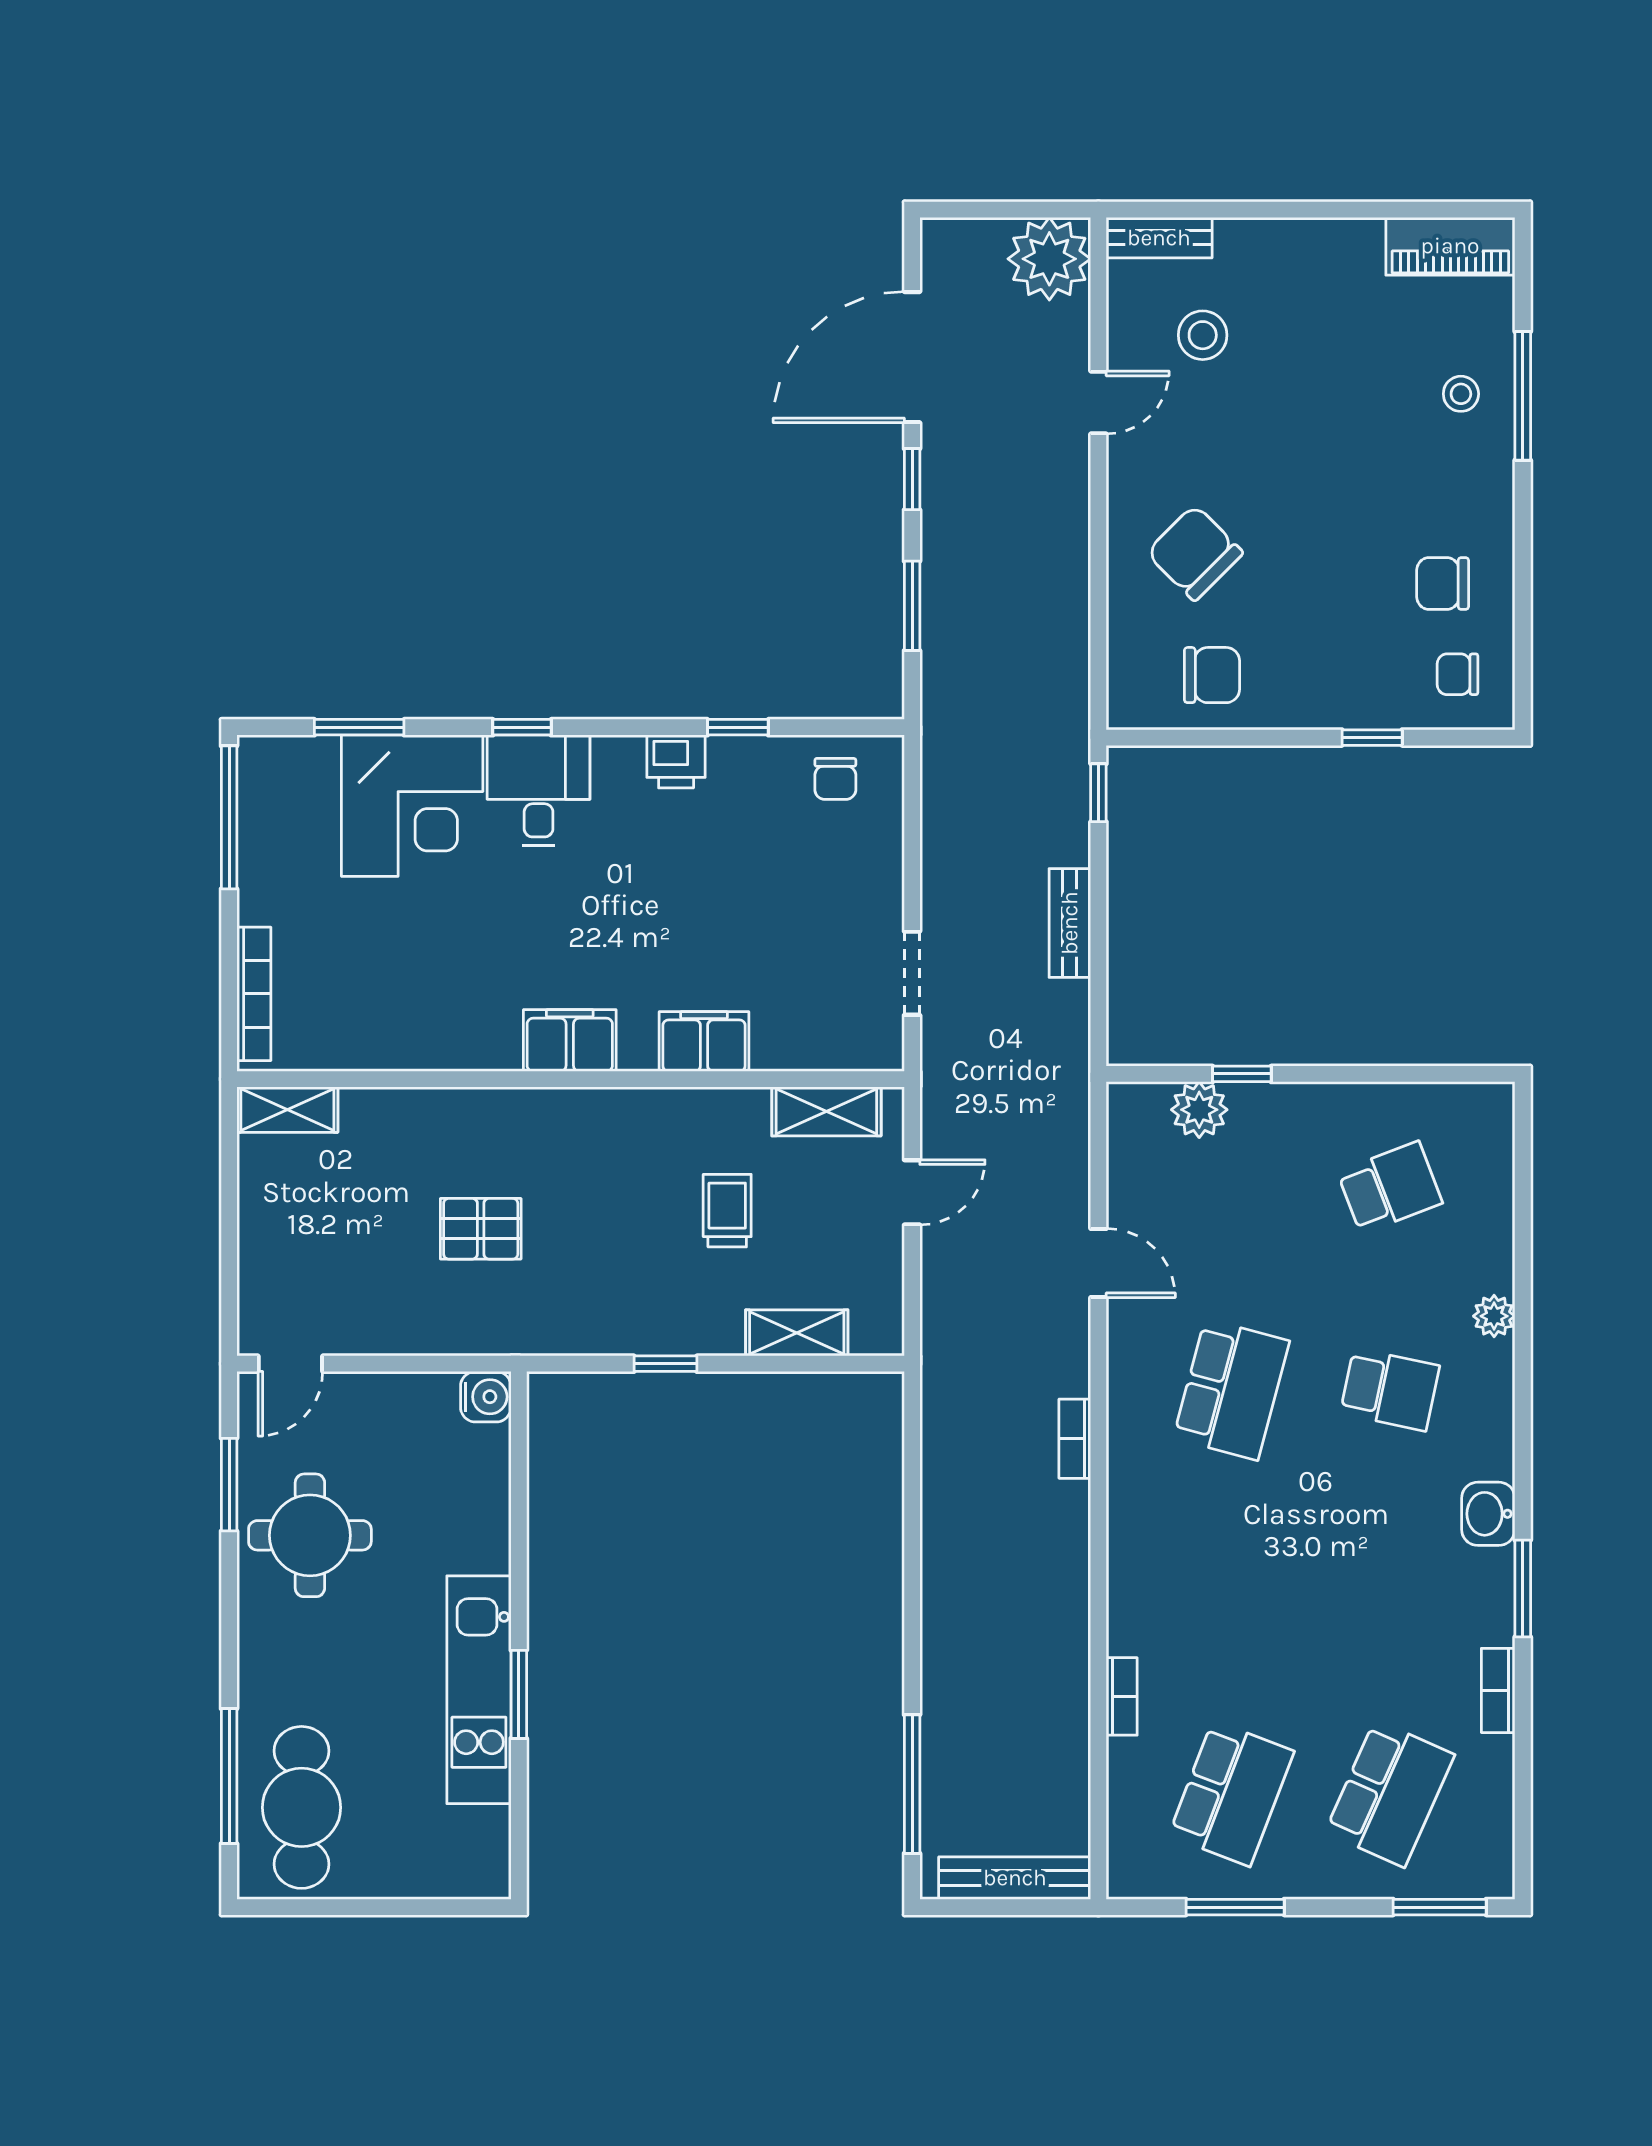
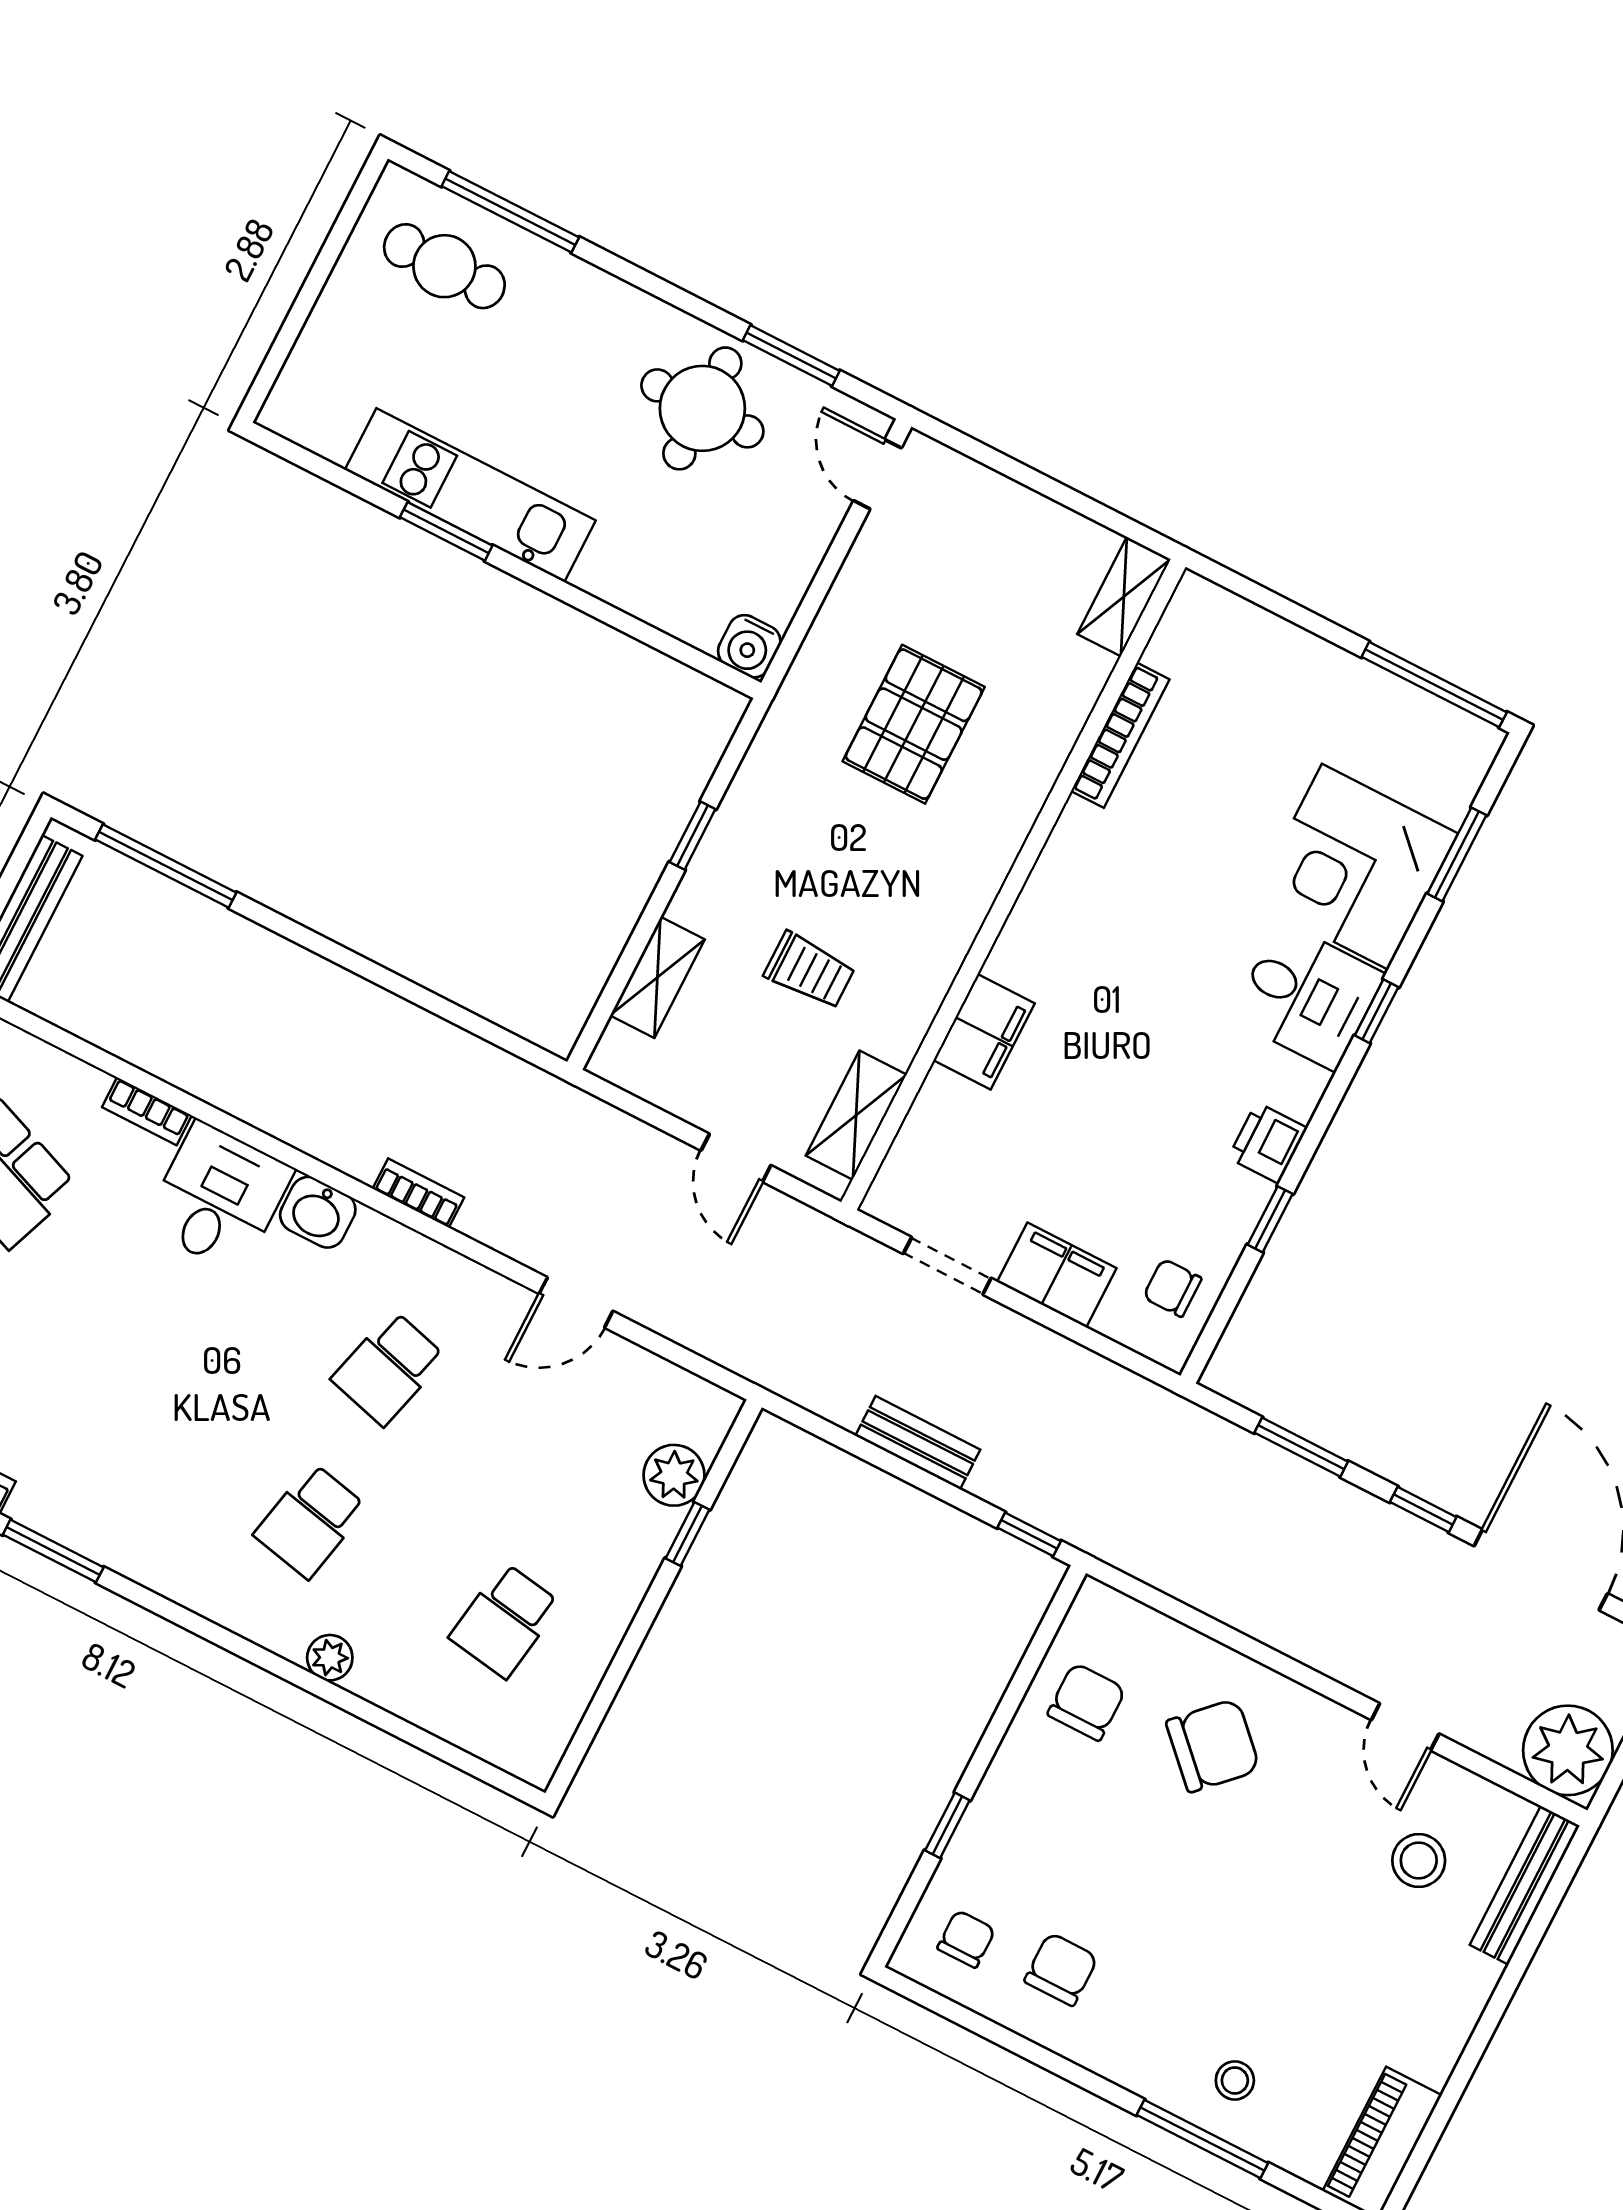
bench: (1159, 238) -> (1525, 1885), width x1.36
chair: (1212, 675) -> (1087, 1702), turned 180
bookcase: (254, 994) -> (1120, 735), moved, turned -90
filing cabinet: (570, 1040) -> (1057, 1275), moved, turned -90
school desk: (1390, 1188) -> (505, 1621), turned 30
pallet: (481, 1229) -> (914, 724), width x1.50, depth x1.42
school desk: (1231, 1389) -> (389, 1368), width x0.54
washbasin: (1488, 1514) -> (318, 1212), moved, turned 180
desk: (1162, 1601) -> (218, 1197), added
cafe table: (301, 1807) -> (444, 266), width x0.73, depth x0.74

